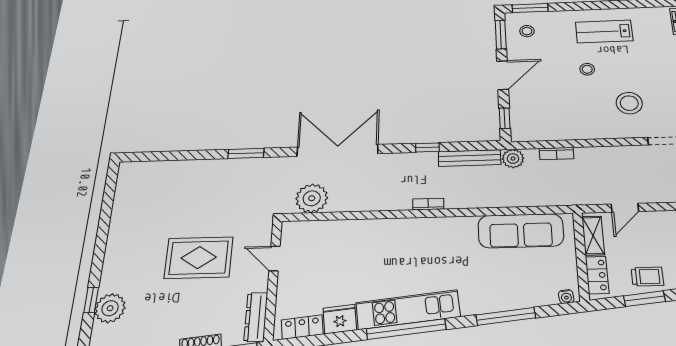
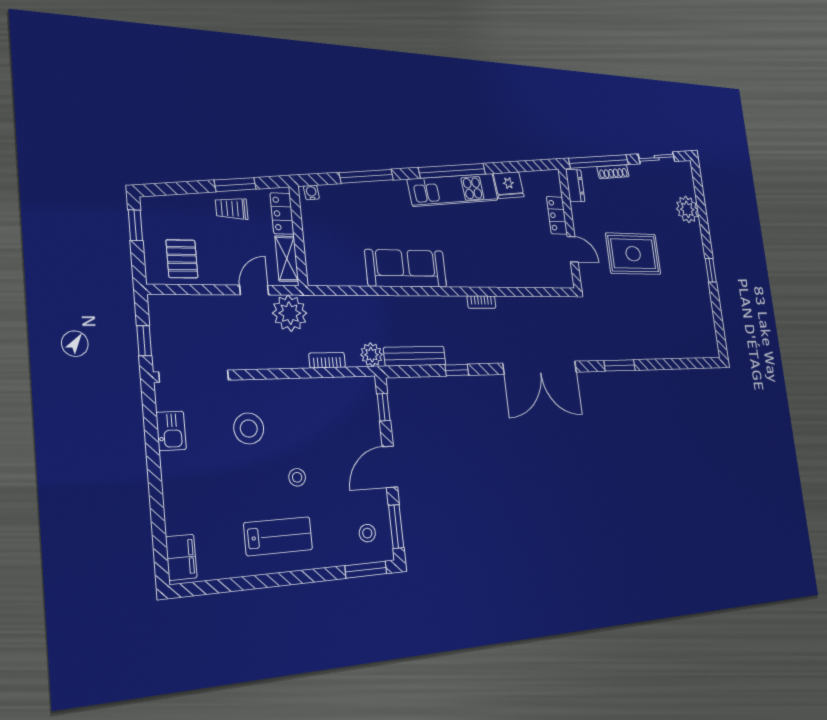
plant: (312, 198) -> (290, 313), moved
bookcase: (428, 204) -> (481, 302), moved
sofa: (521, 231) -> (406, 268), moved
window: (91, 300) -> (711, 270), moved
dresser: (256, 317) -> (575, 185), width x0.70
locker: (302, 327) -> (557, 215), moved, turned 96

